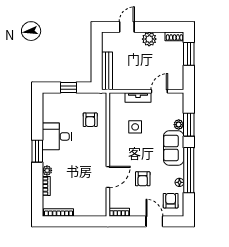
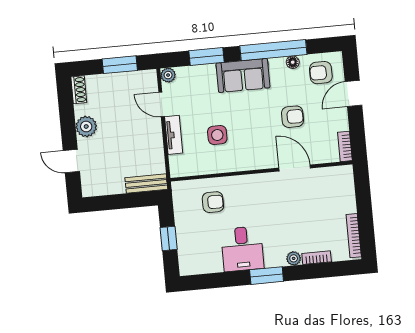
window: (189, 54) -> (120, 65), moved
bench: (107, 71) -> (146, 183), width x0.73
plant: (179, 125) -> (168, 75), moved

